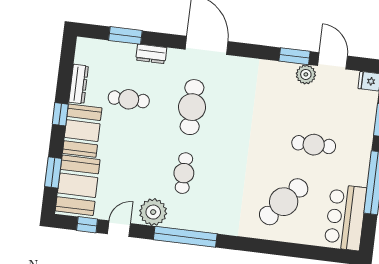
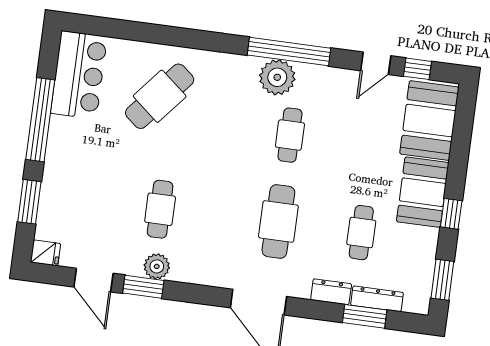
plant: (306, 74) -> (157, 266), moved
dresser: (79, 84) -> (377, 299), moved, turned 90
cafe table: (129, 99) -> (361, 233), turned 90
cafe table: (314, 145) -> (160, 209), moved, turned 90
window: (53, 172) -> (442, 280), moved
plant: (153, 212) -> (277, 77), moved

